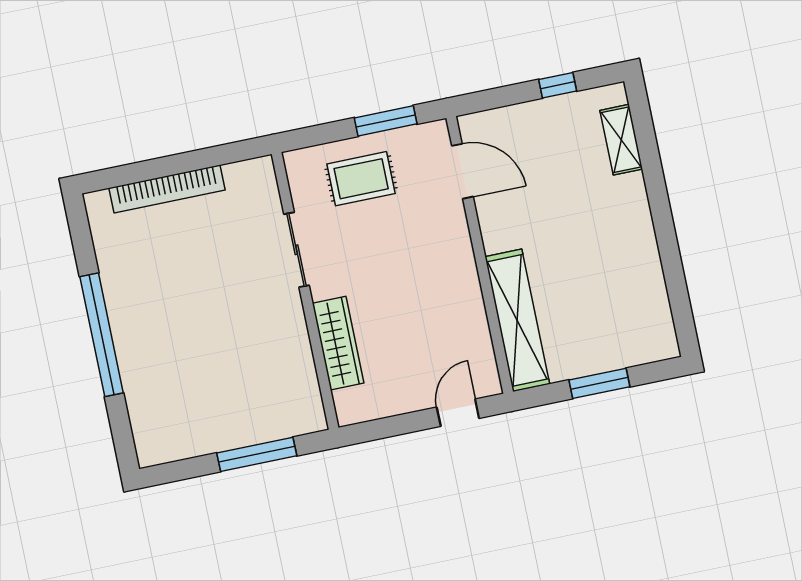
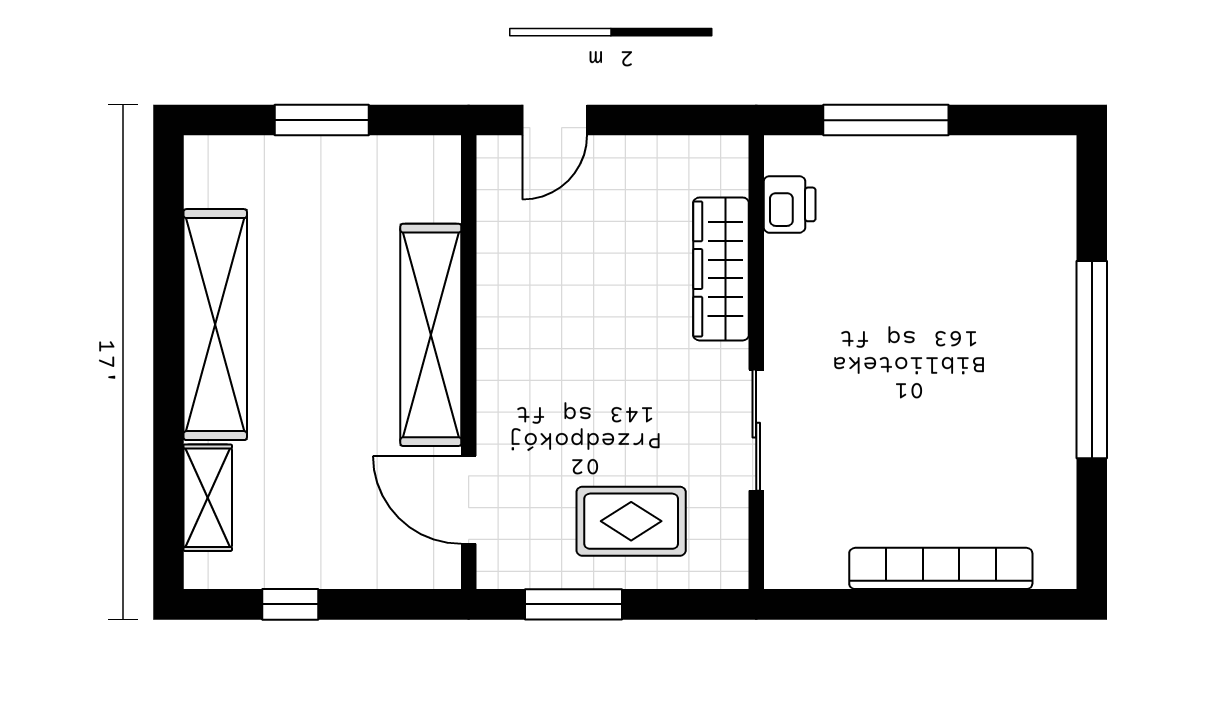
shelving: (638, 246) -> (215, 325), added
shelving: (517, 320) -> (431, 335), moved
printer: (305, 391) -> (790, 204), added

